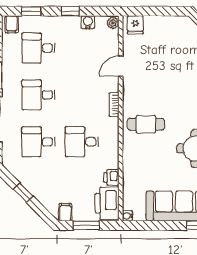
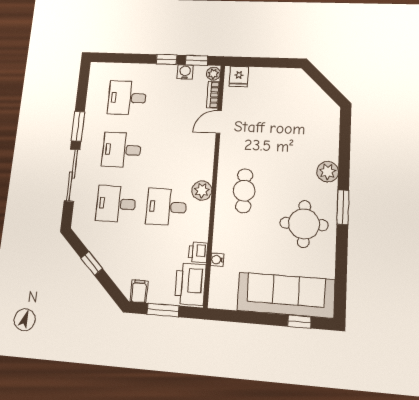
window: (31, 11) -> (197, 60), moved
filing cabinet: (12, 24) -> (100, 71), removed
bookcase: (114, 105) -> (213, 95), moved
cafe table: (146, 124) -> (244, 191), turned 90
plant: (111, 126) -> (202, 190), added
water cooler: (128, 216) -> (217, 260), moved

